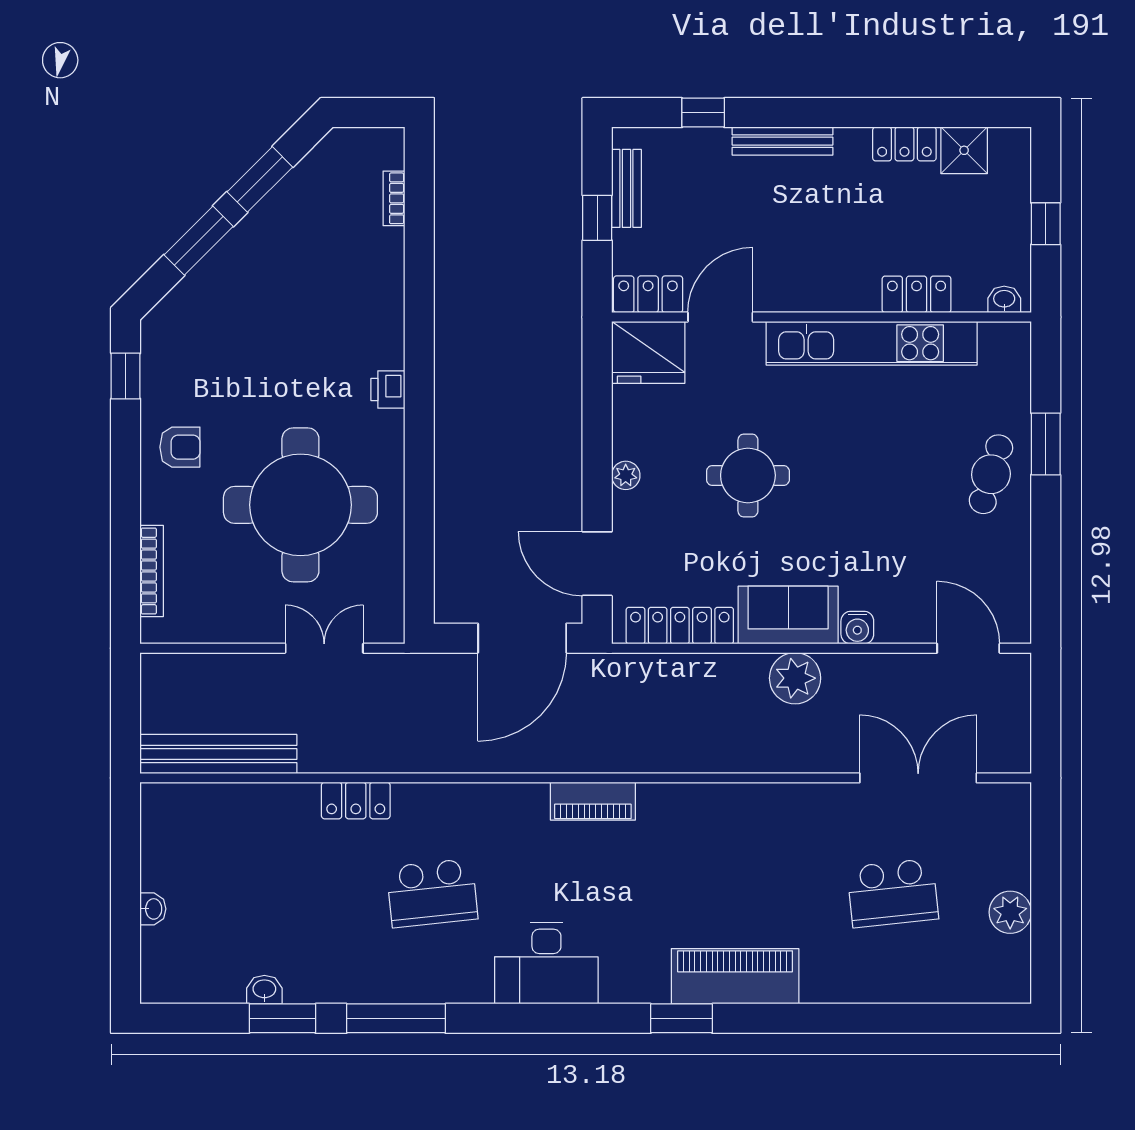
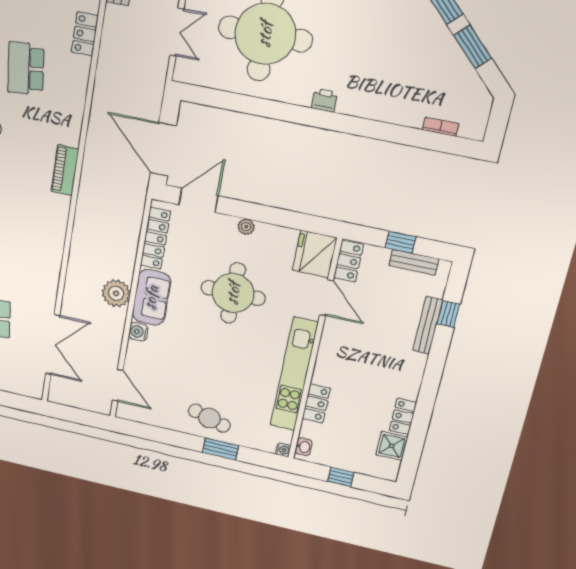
bench: (783, 141) -> (428, 325), moved
water cooler: (1019, 333) -> (283, 450), added
round table: (748, 475) -> (233, 293), width x1.36, depth x1.36
door: (968, 648) -> (118, 385), hinge flipped

